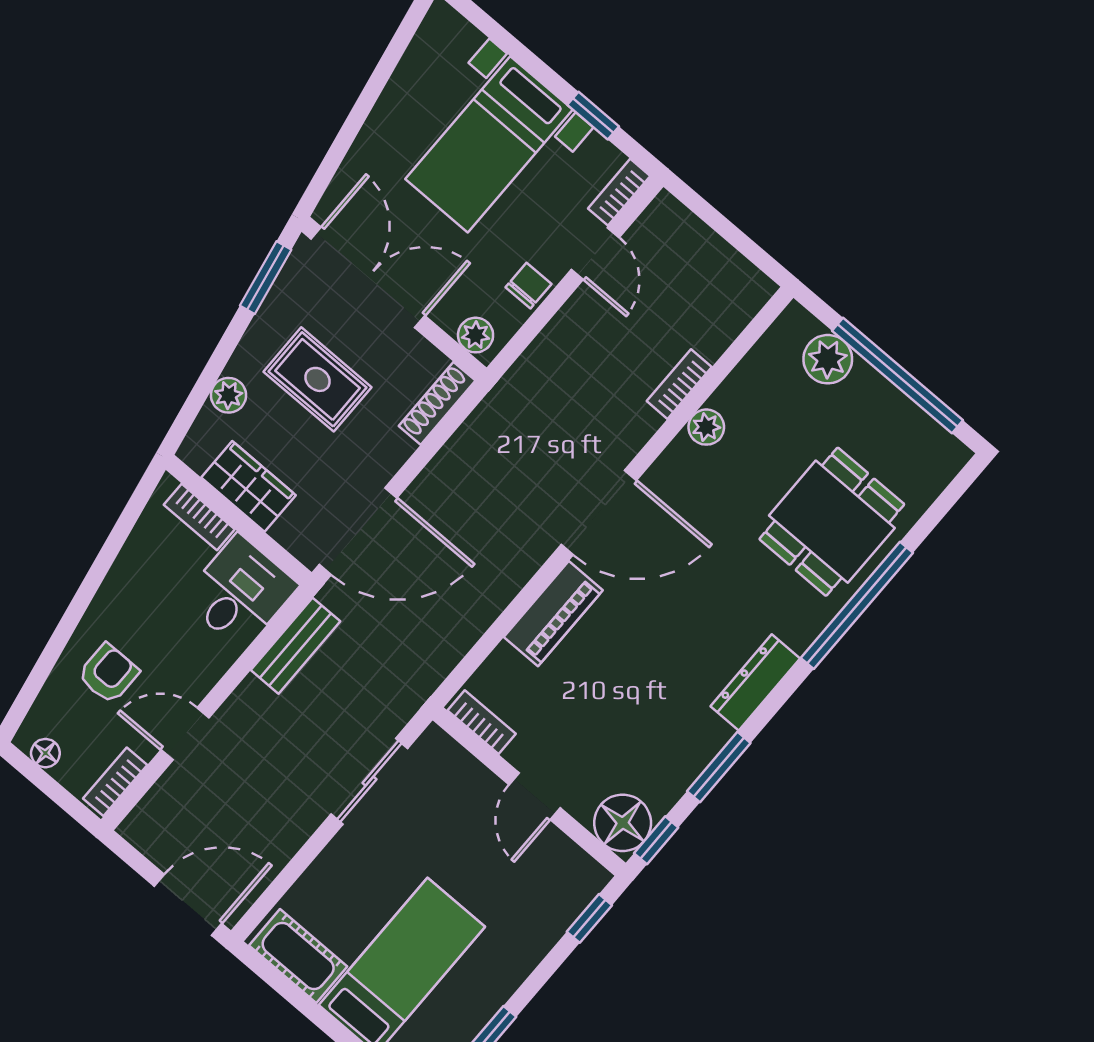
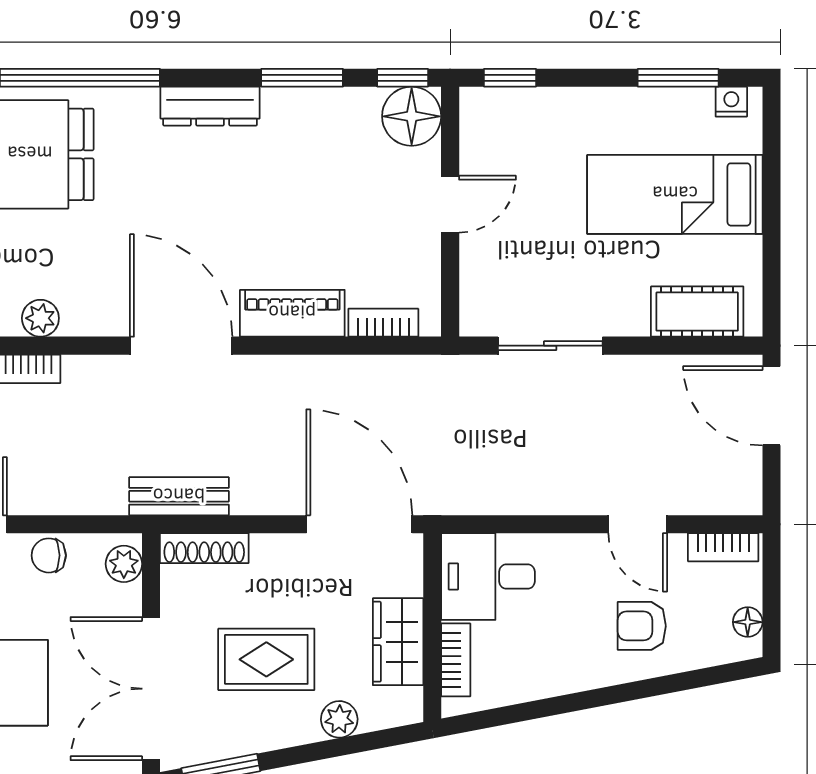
rug: (318, 379) -> (266, 659), turned 90
bench: (296, 646) -> (179, 496), moved
bookcase: (482, 722) -> (383, 323), moved, turned 90
cot: (298, 956) -> (697, 312), moved, turned 90

